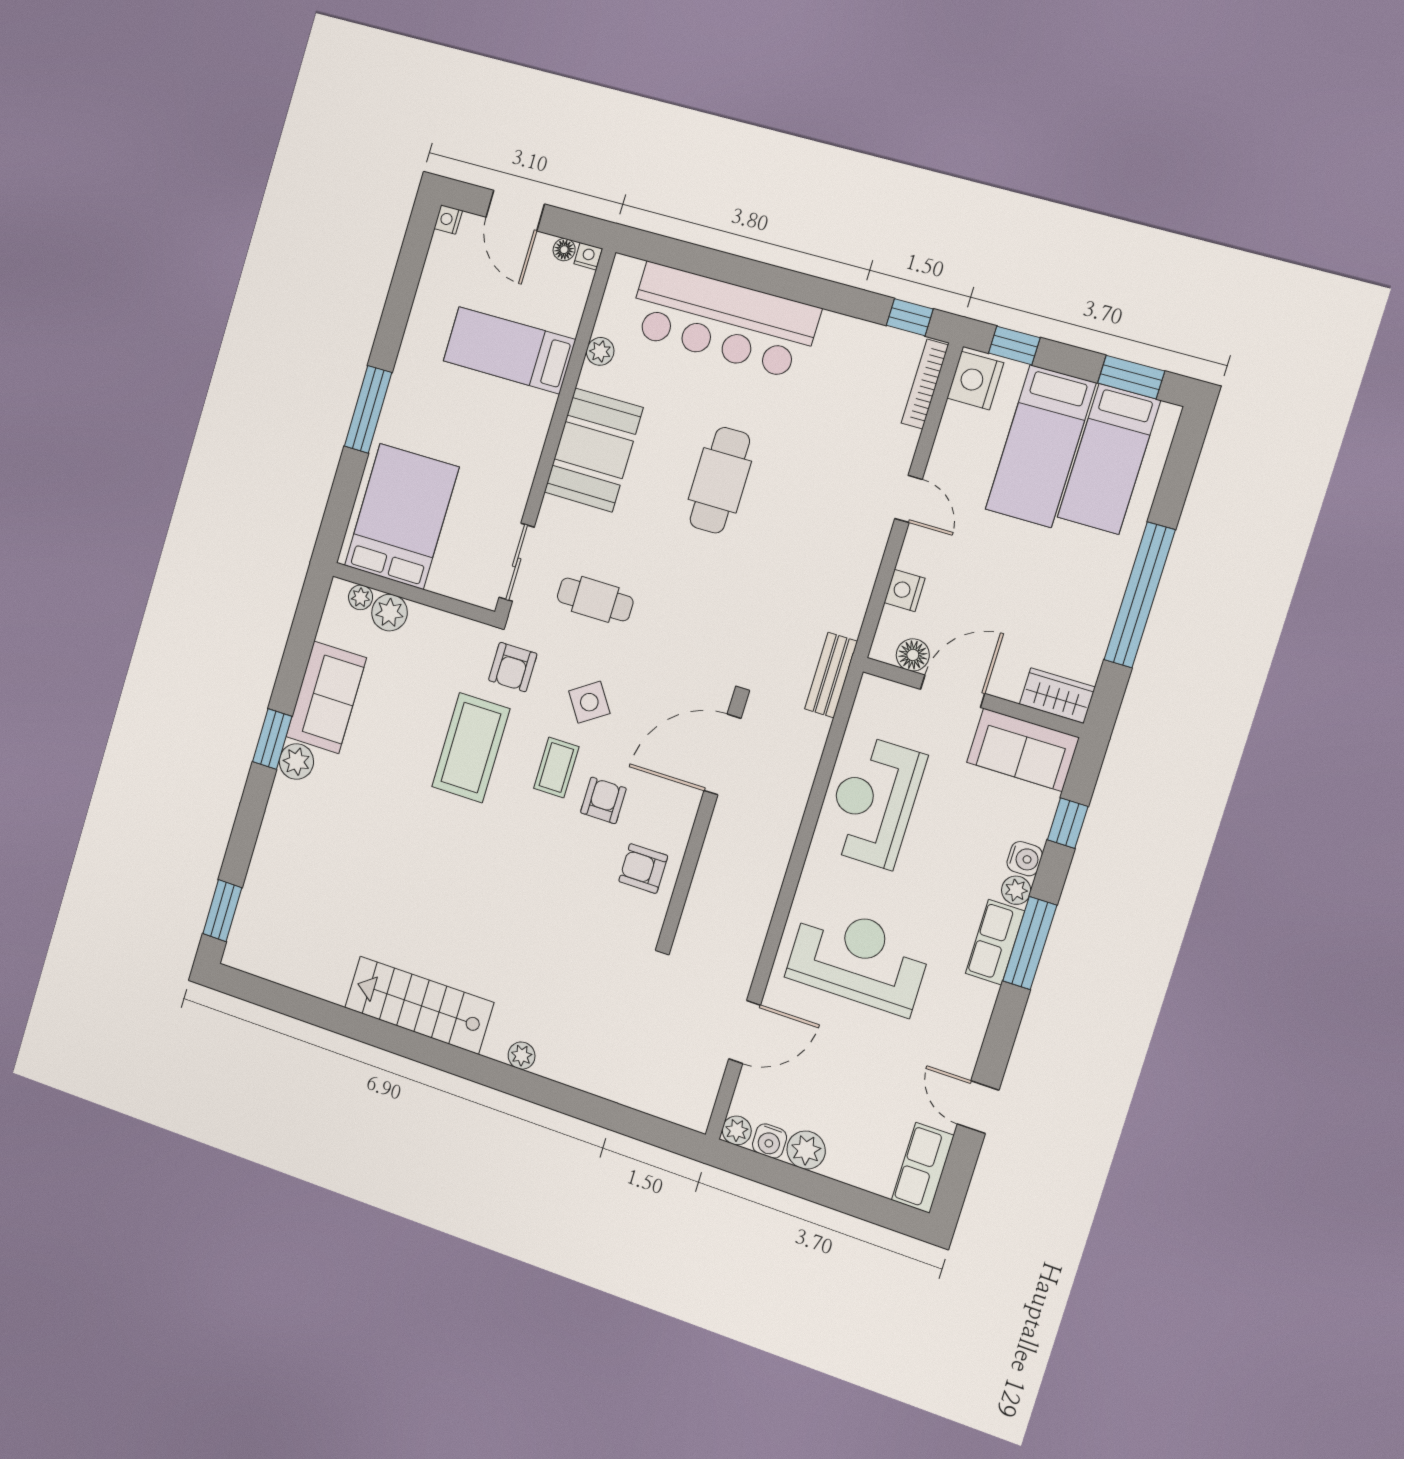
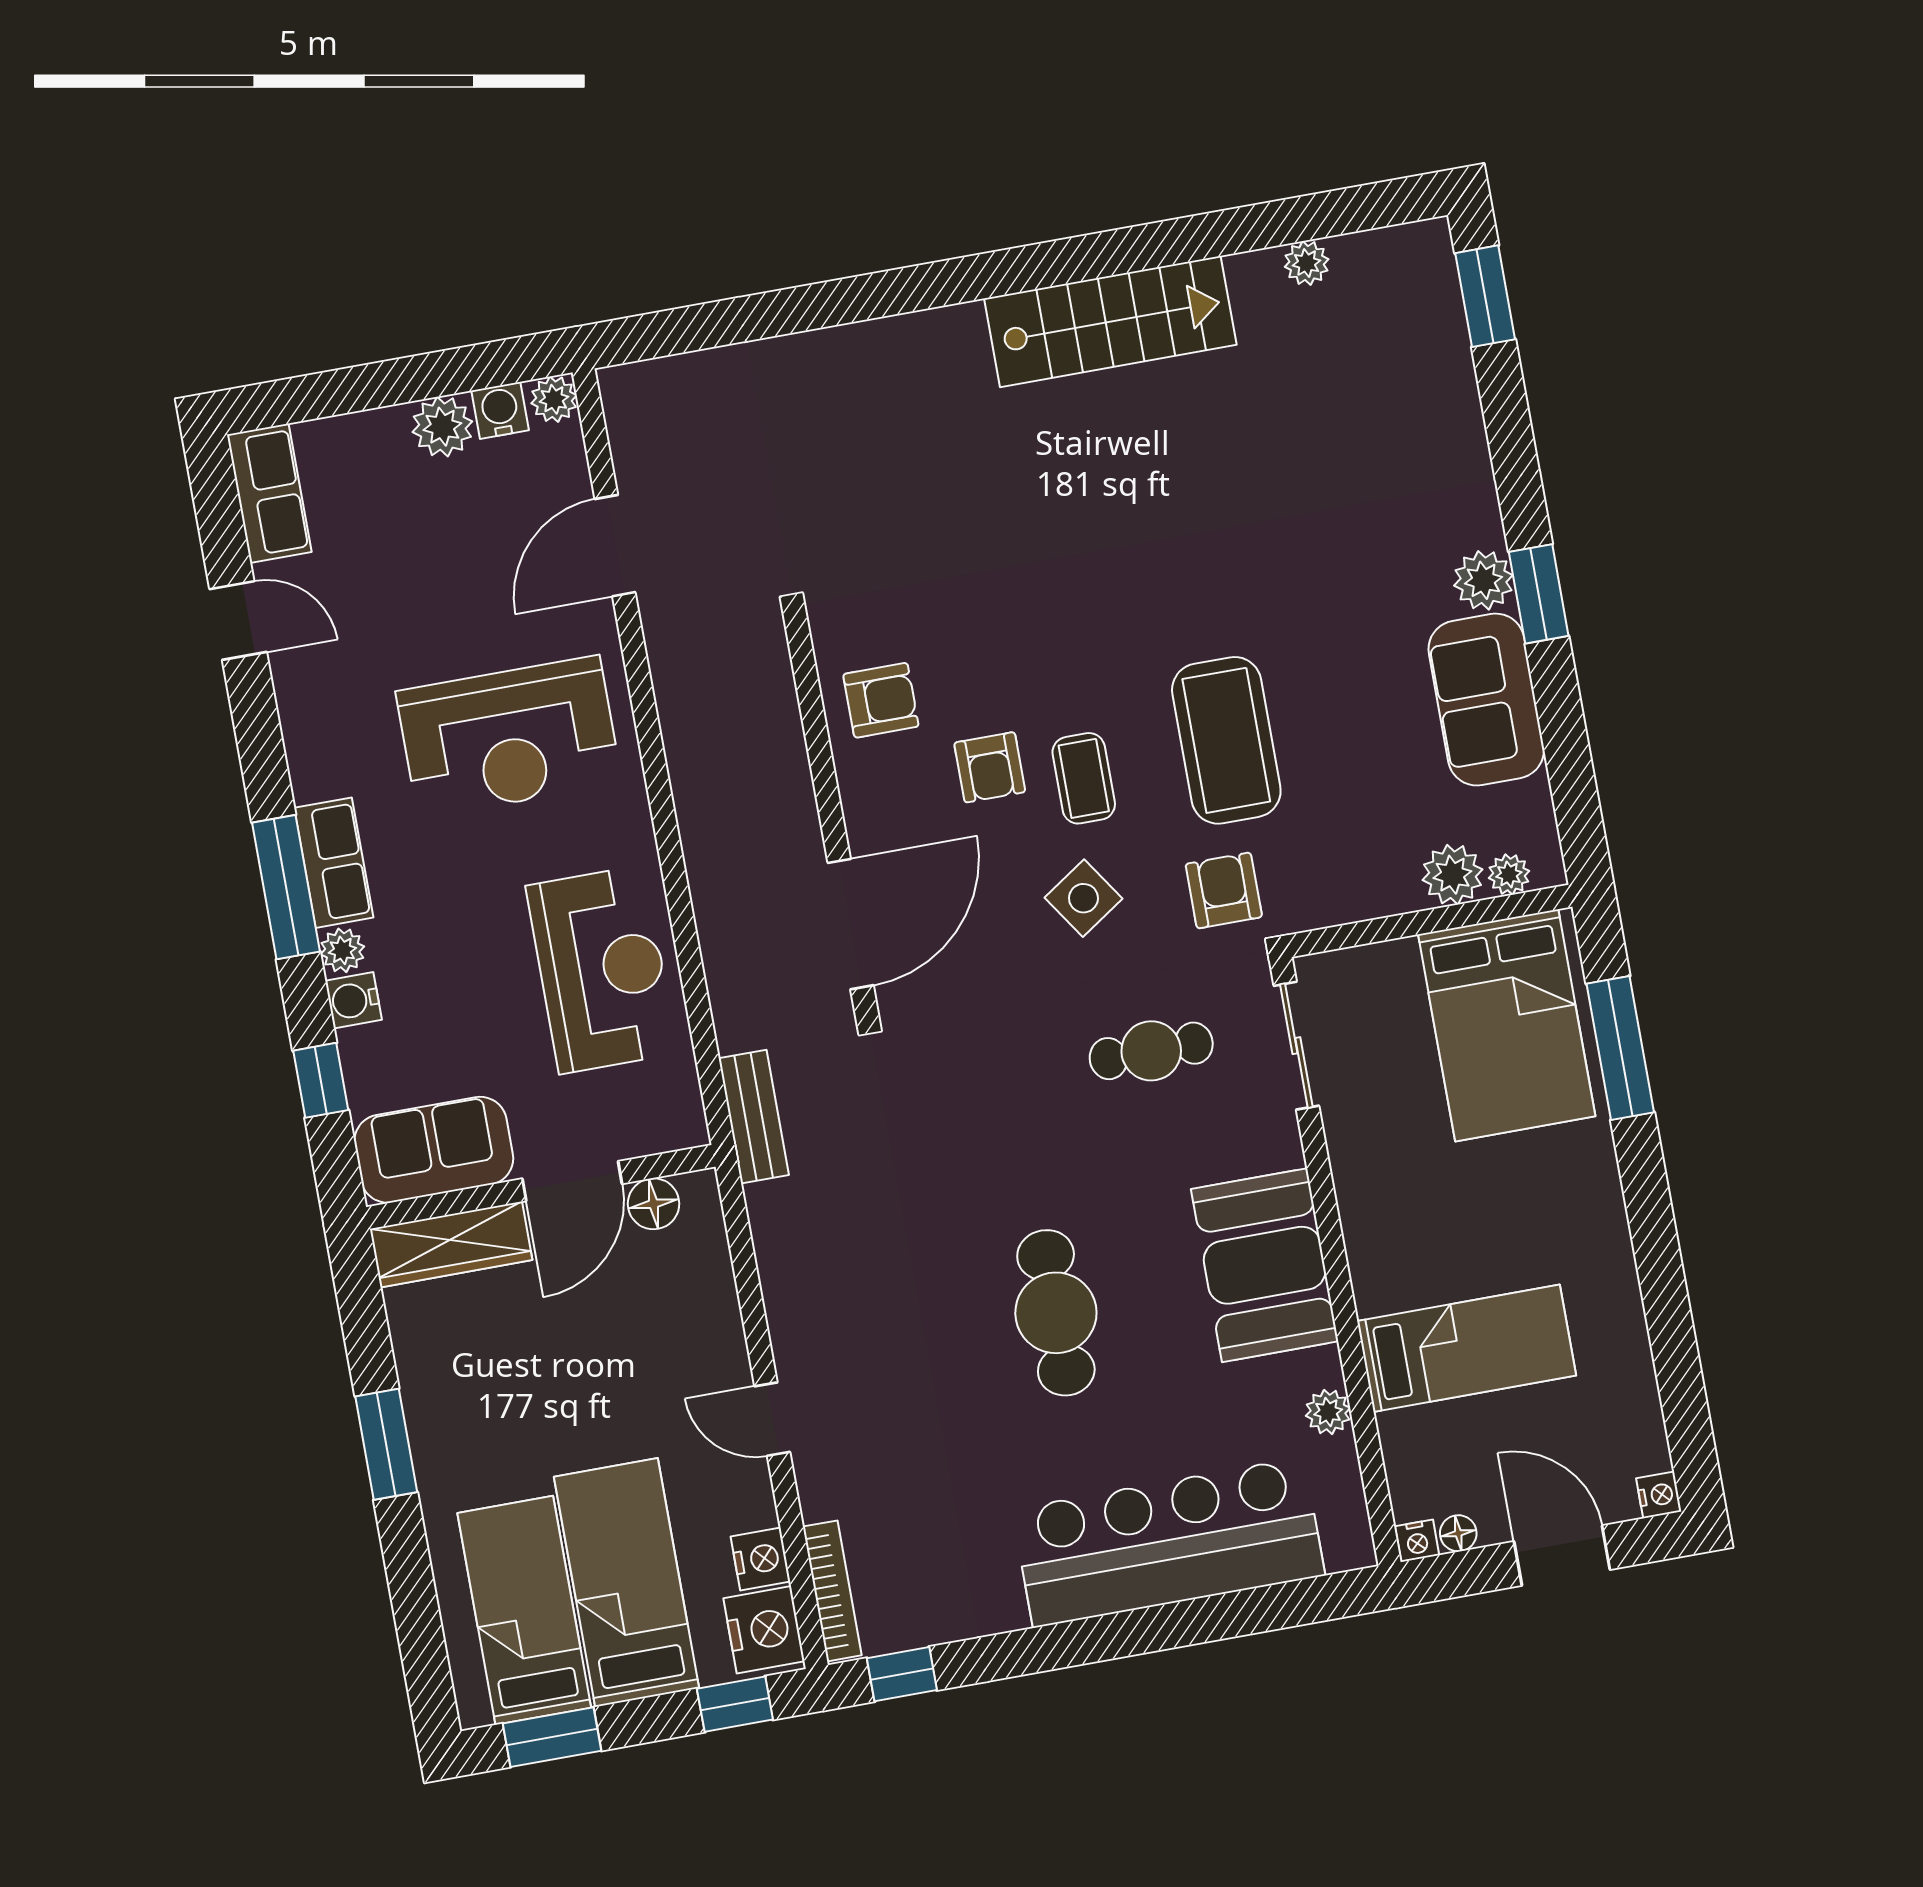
window: (368, 409) -> (1620, 1048), moved
nightstand: (905, 590) -> (760, 1559), moved
window: (1140, 595) -> (386, 1444), width x0.47
wardrobe: (1057, 696) -> (451, 1245), width x1.50
plant: (522, 1056) -> (1307, 263), moved

